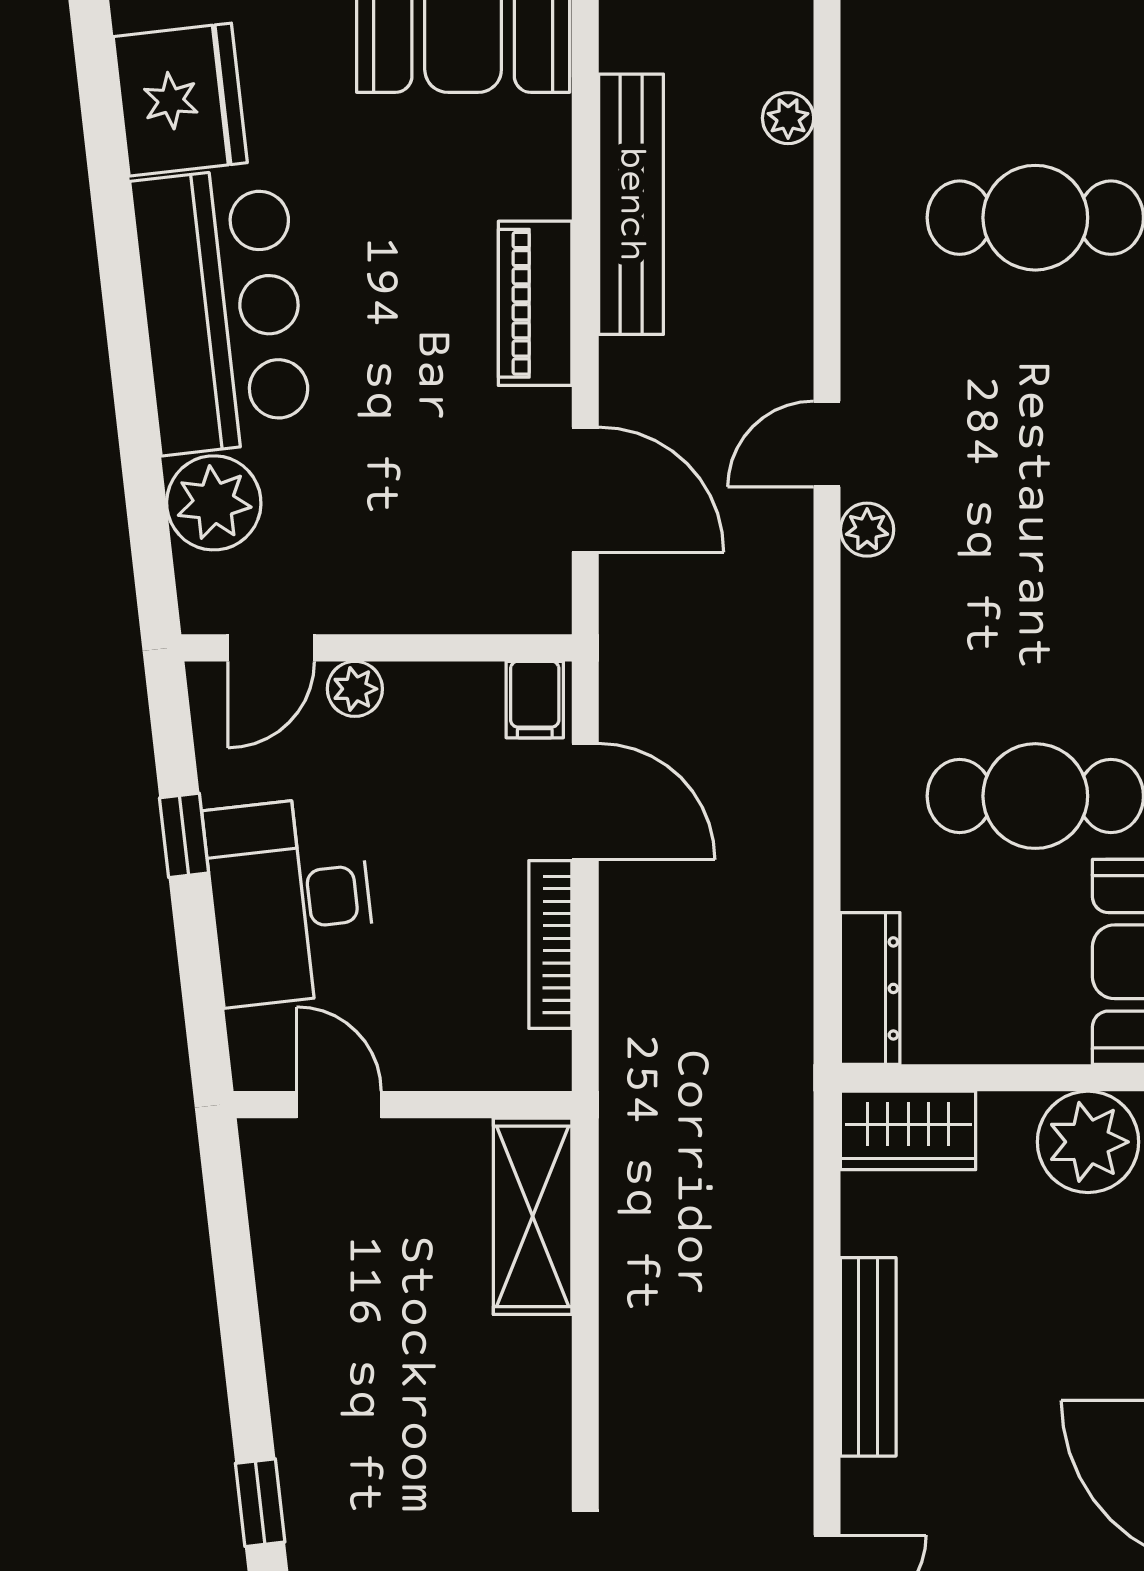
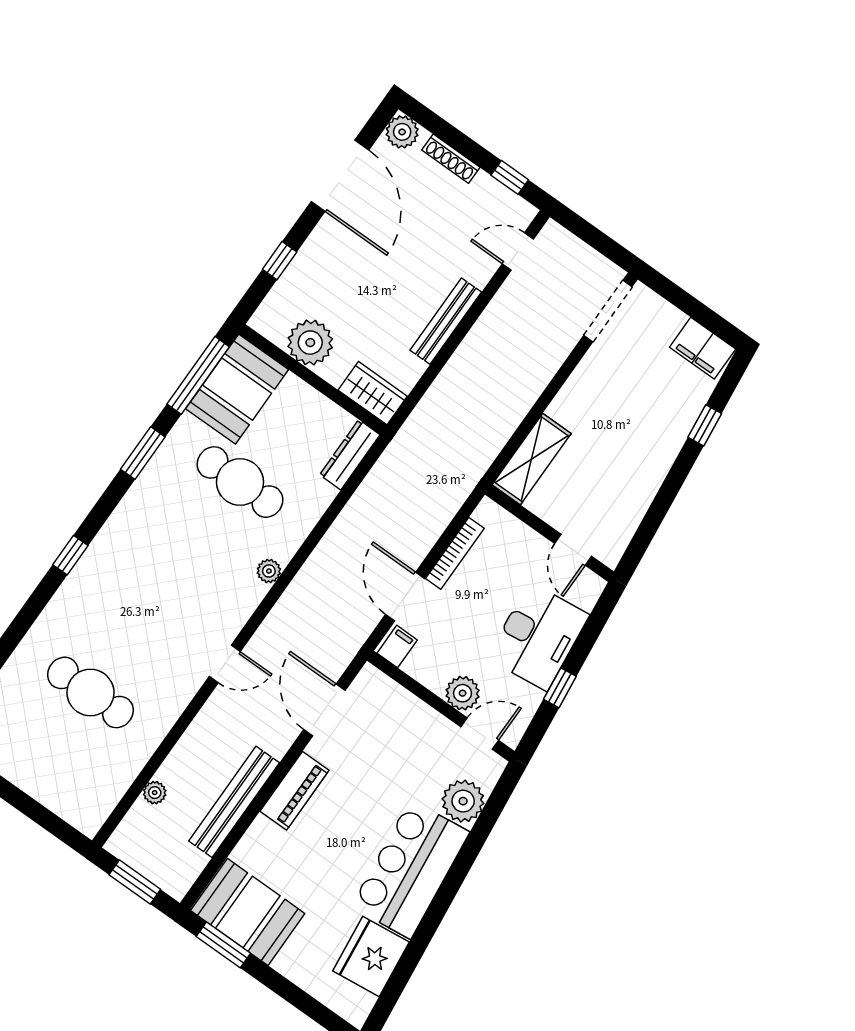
plant: (867, 530) -> (269, 571), moved
plant: (355, 689) -> (463, 693), width x1.38, depth x1.38

